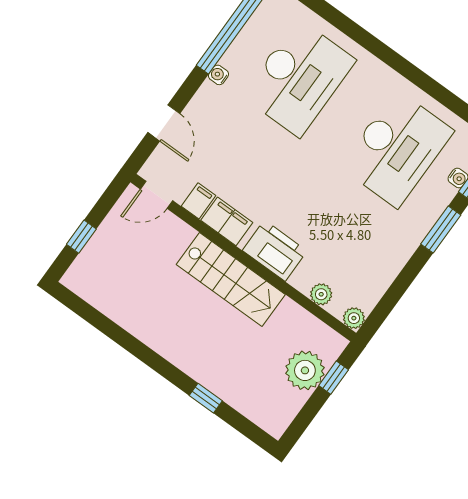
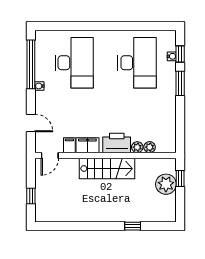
plant: (354, 318) -> (137, 147), moved

